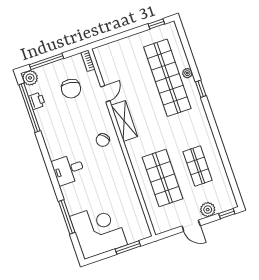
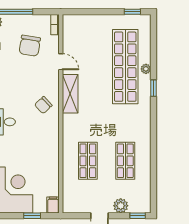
door: (105, 94) -> (61, 62), hinge flipped
shop shelf: (162, 178) -> (88, 161), width x0.70, depth x0.74
filing cabinet: (144, 231) -> (53, 205), added
window: (128, 247) -> (32, 216), width x0.67

